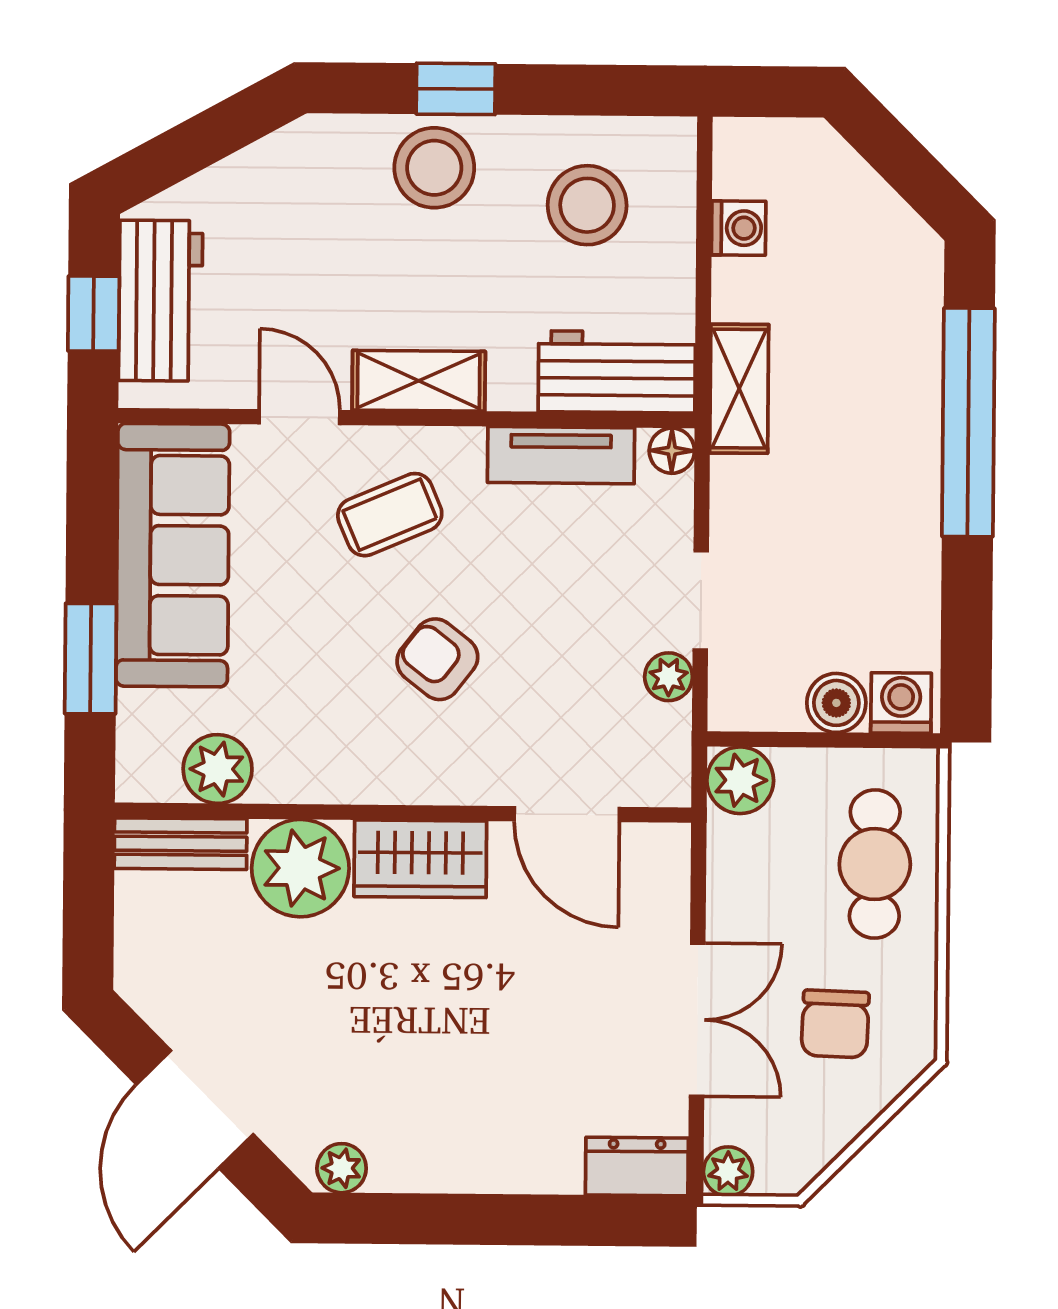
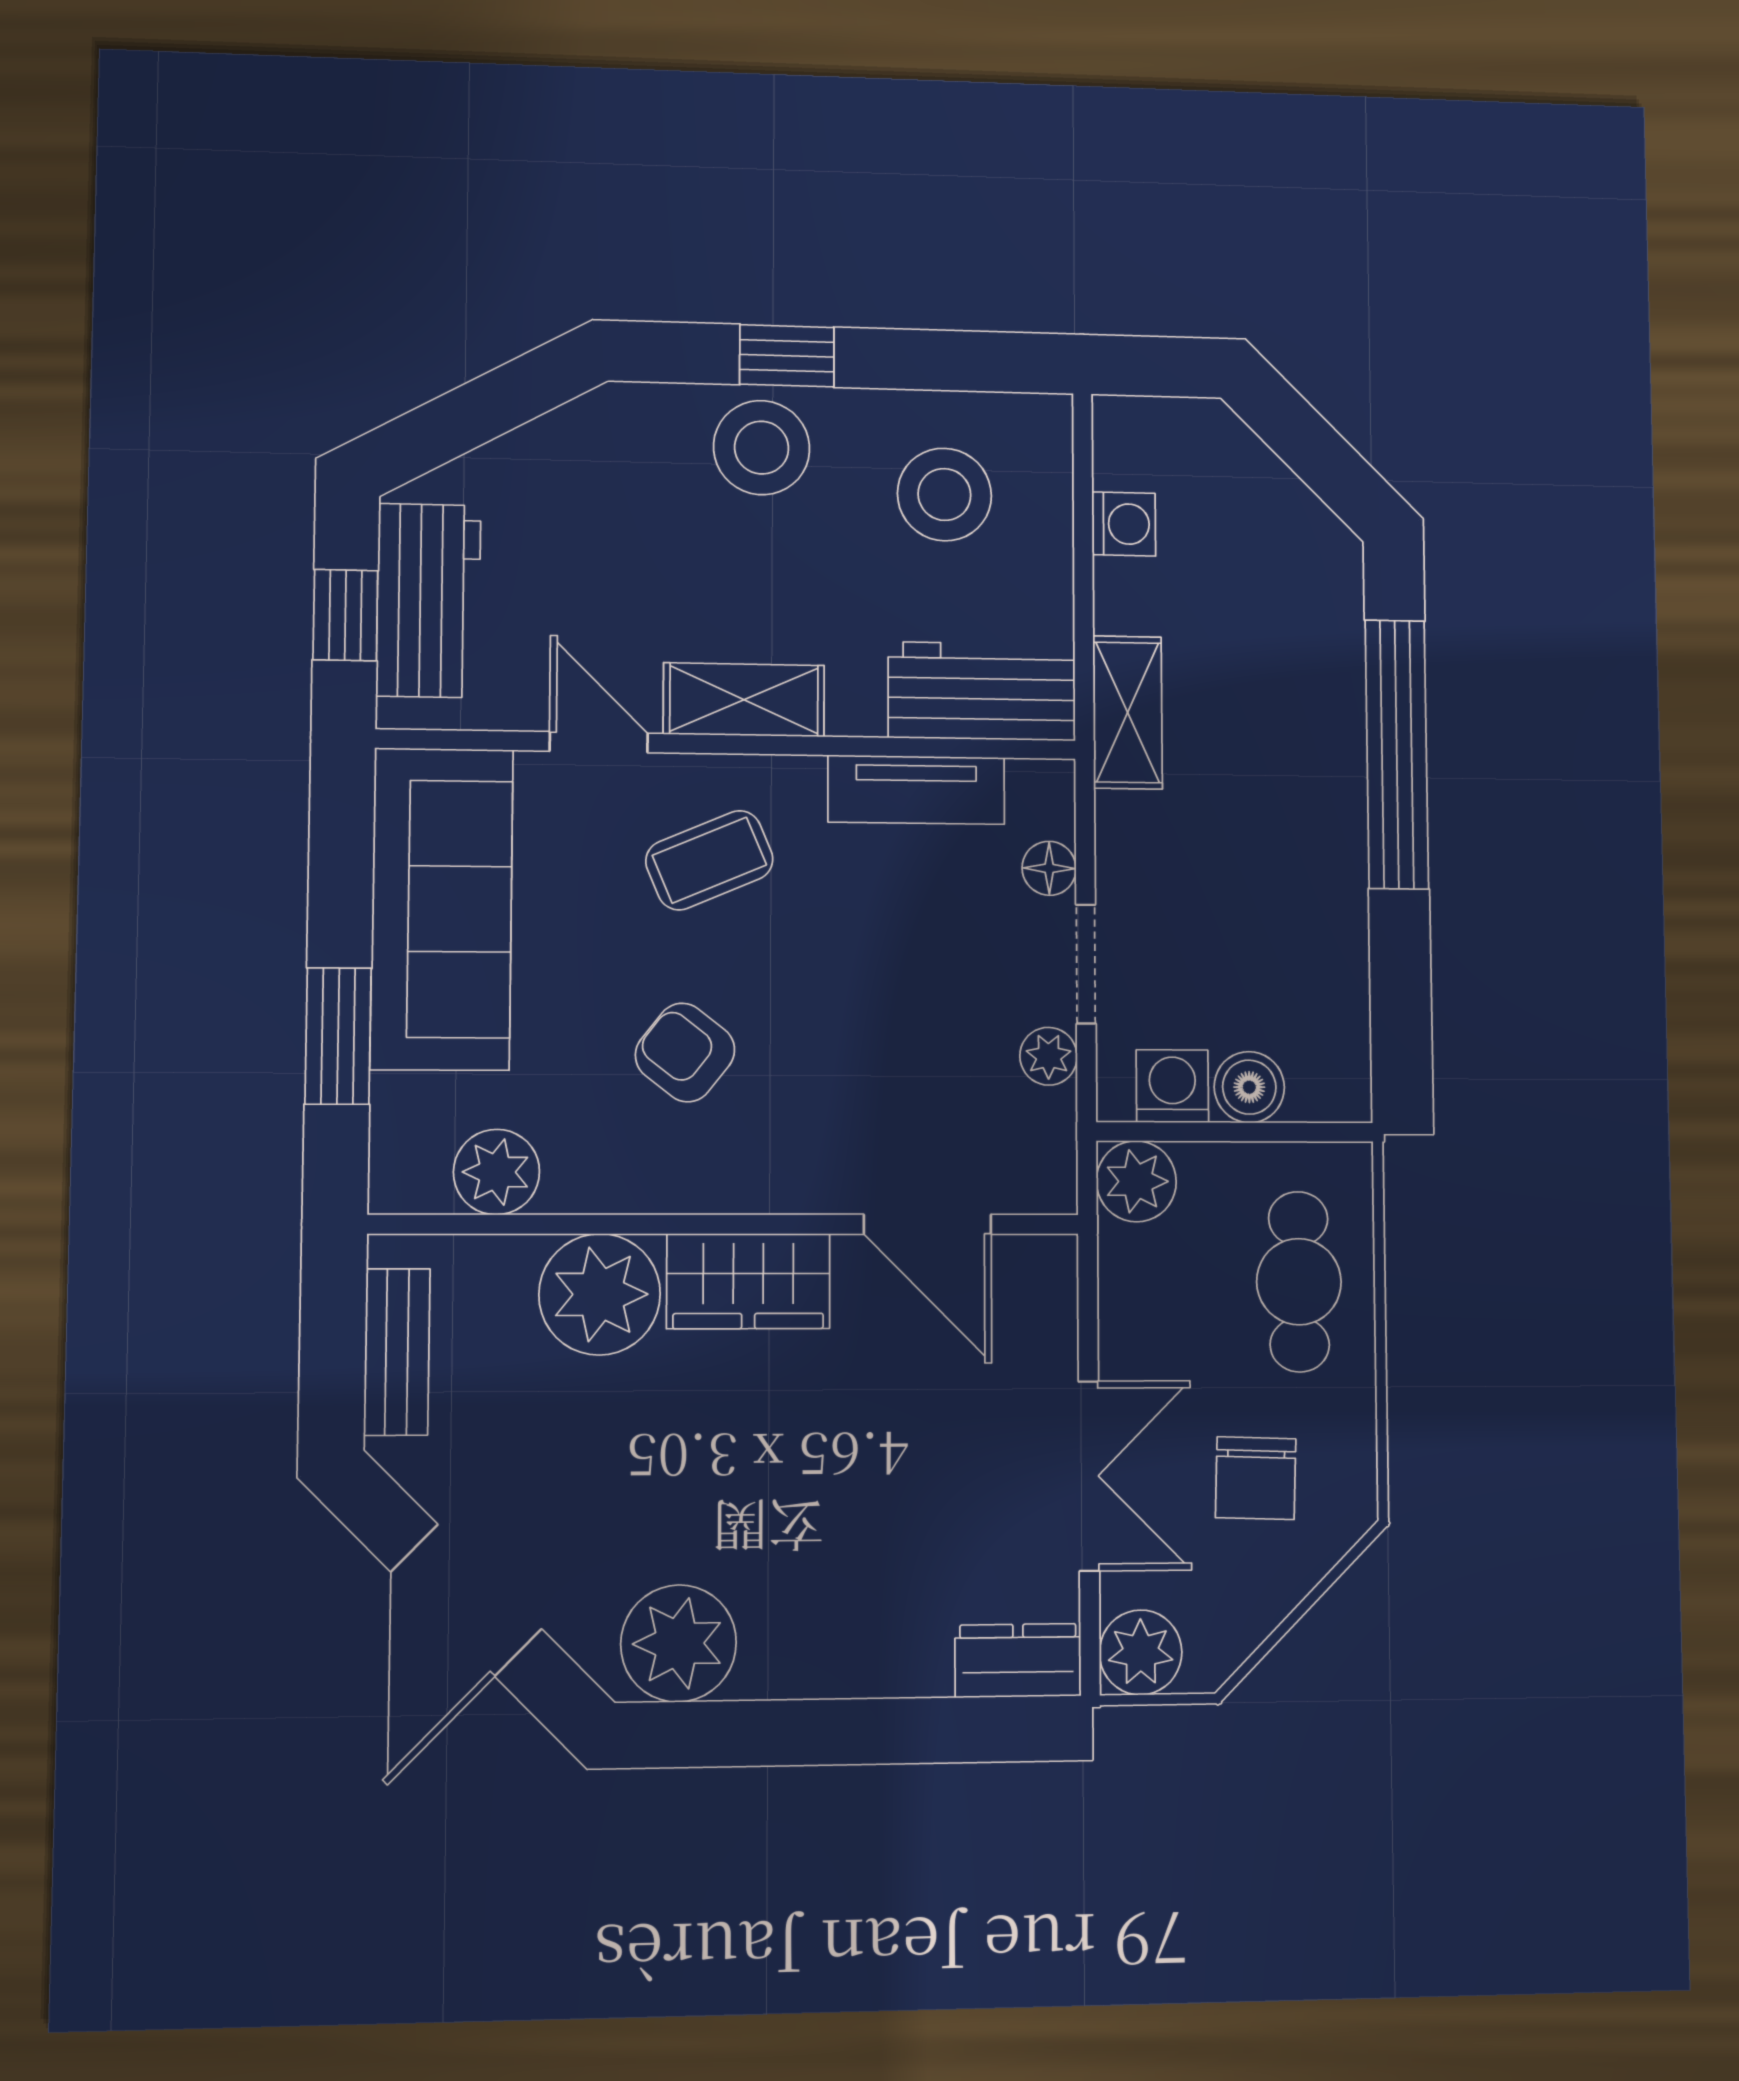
floor lamp: (672, 451) -> (1049, 868), moved
armchair: (437, 659) -> (685, 1053), moved
washing machine: (901, 703) -> (1172, 1086), moved
bench: (181, 844) -> (397, 1352), moved, turned 90
plant: (342, 1168) -> (679, 1643), width x1.87, depth x1.87
plant: (728, 1171) -> (1141, 1652), width x1.38, depth x1.38

